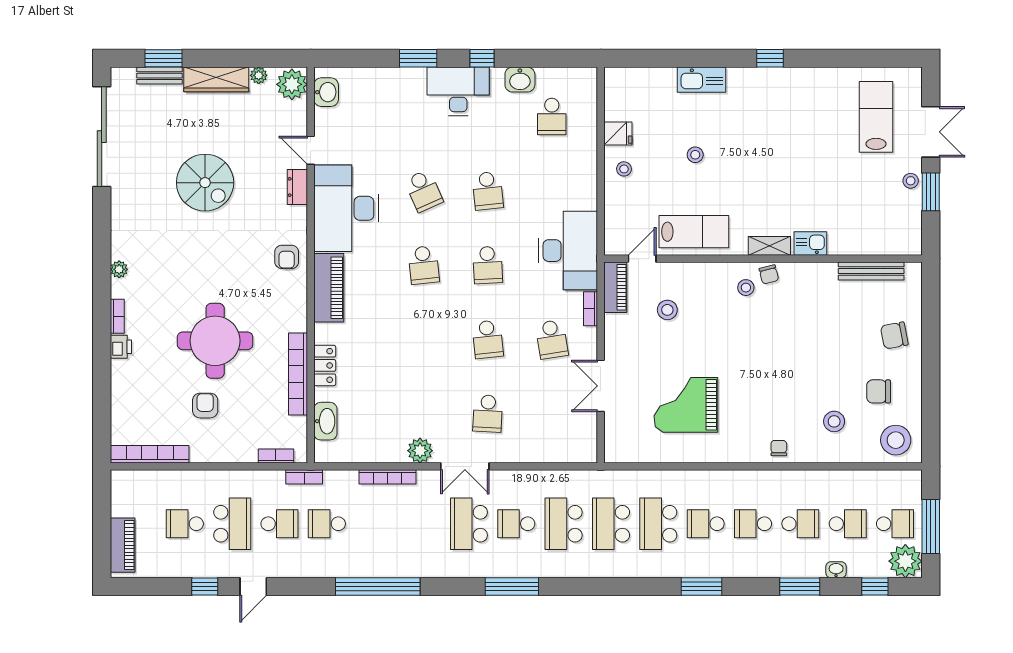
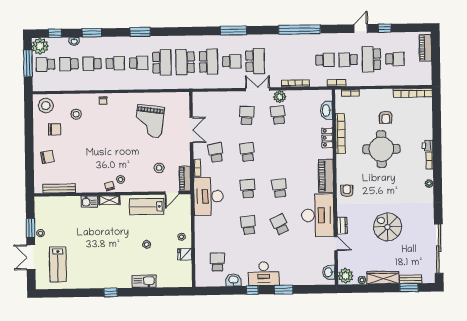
grand piano: (686, 405) -> (149, 121), turned 98
school desk: (424, 414) -> (278, 115), added
school desk: (611, 524) -> (185, 62), turned 180

